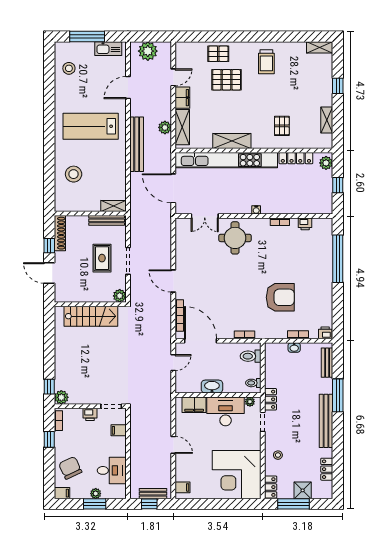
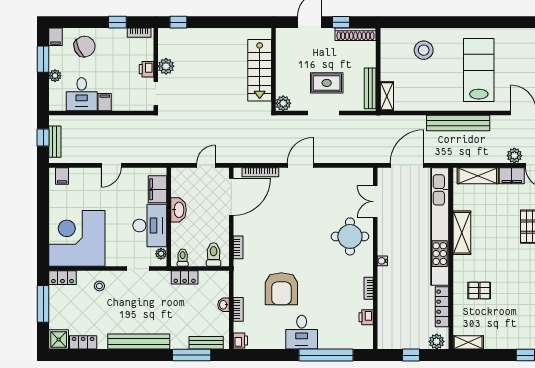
shelving: (327, 120) -> (468, 342), moved
plant: (165, 127) -> (514, 156), moved
desk: (318, 280) -> (302, 332), added
door: (173, 363) -> (206, 165), swing flipped
window: (338, 395) -> (192, 355), moved
plant: (61, 397) -> (166, 66), moved
locker: (270, 399) -> (185, 277), moved
filing cabinet: (119, 430) -> (105, 102), moved
shower: (303, 490) -> (59, 339), moved
window: (95, 504) -> (43, 59), moved

